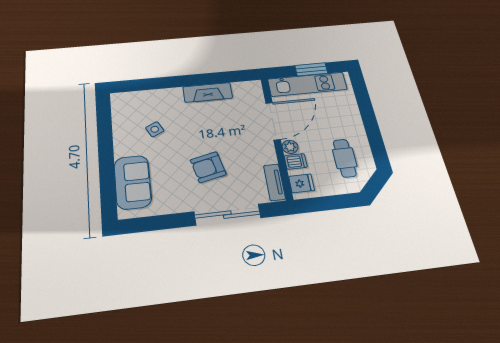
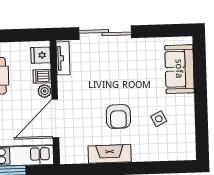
armchair: (208, 167) -> (118, 117), moved, turned 103

